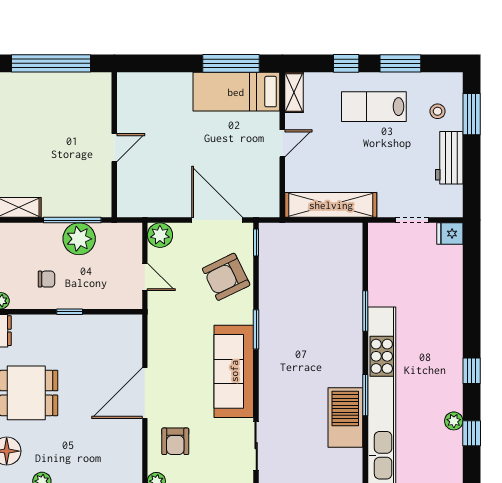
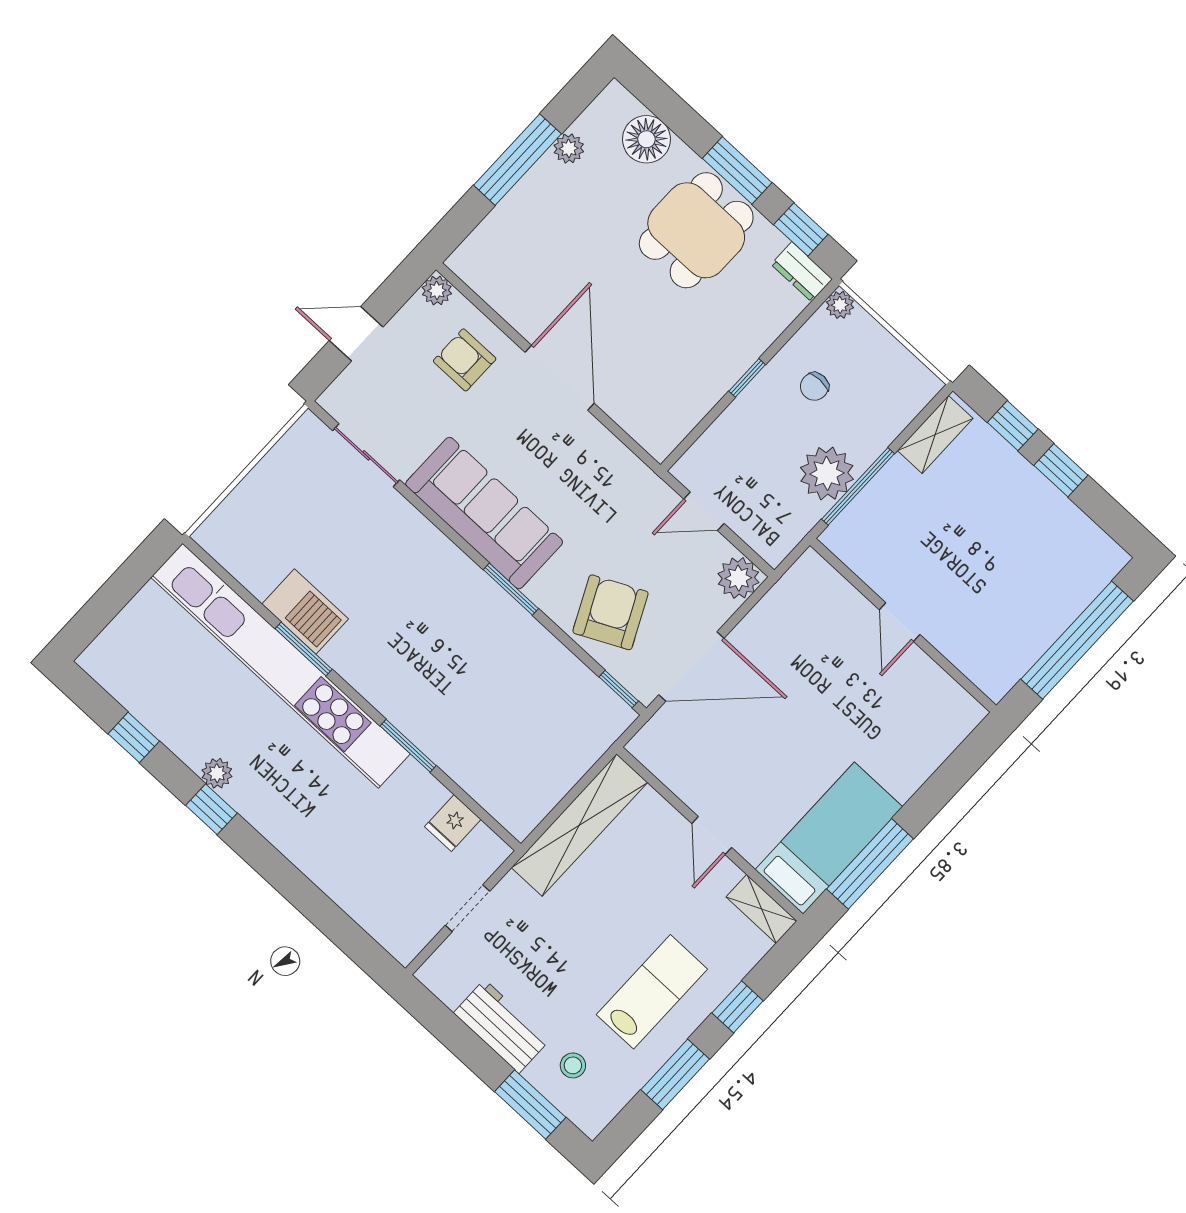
fridge: (450, 234) -> (453, 823), moved, turned 180
barbecue: (345, 418) -> (305, 611), width x0.73, depth x0.83
plant: (454, 421) -> (217, 773), moved

